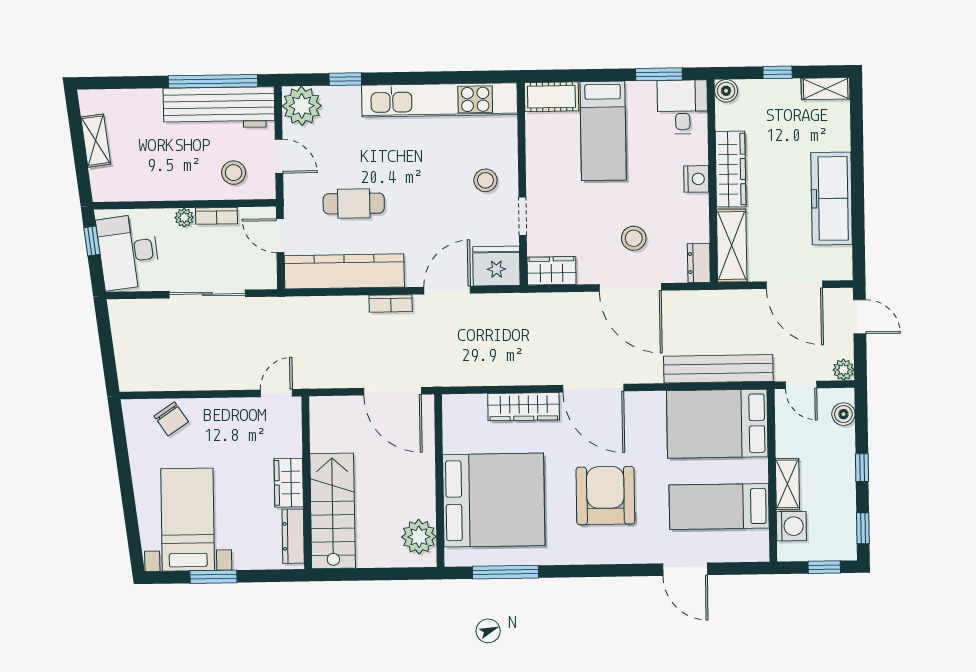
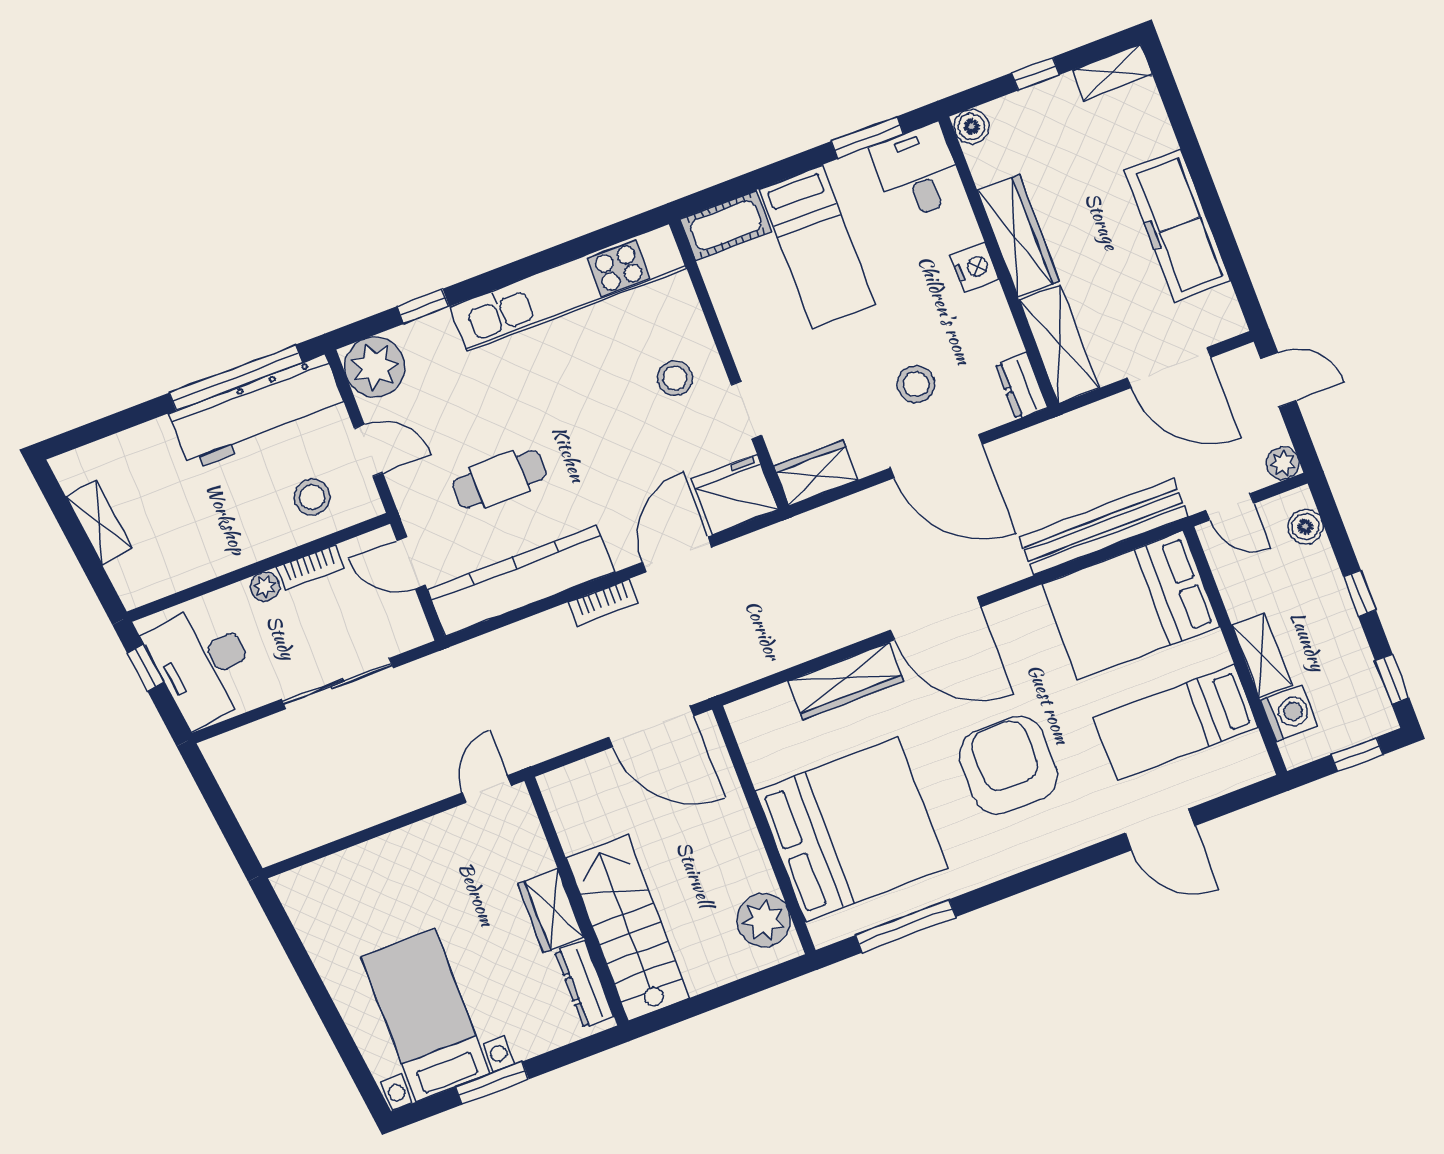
chair: (171, 419) -> (350, 880), removed

